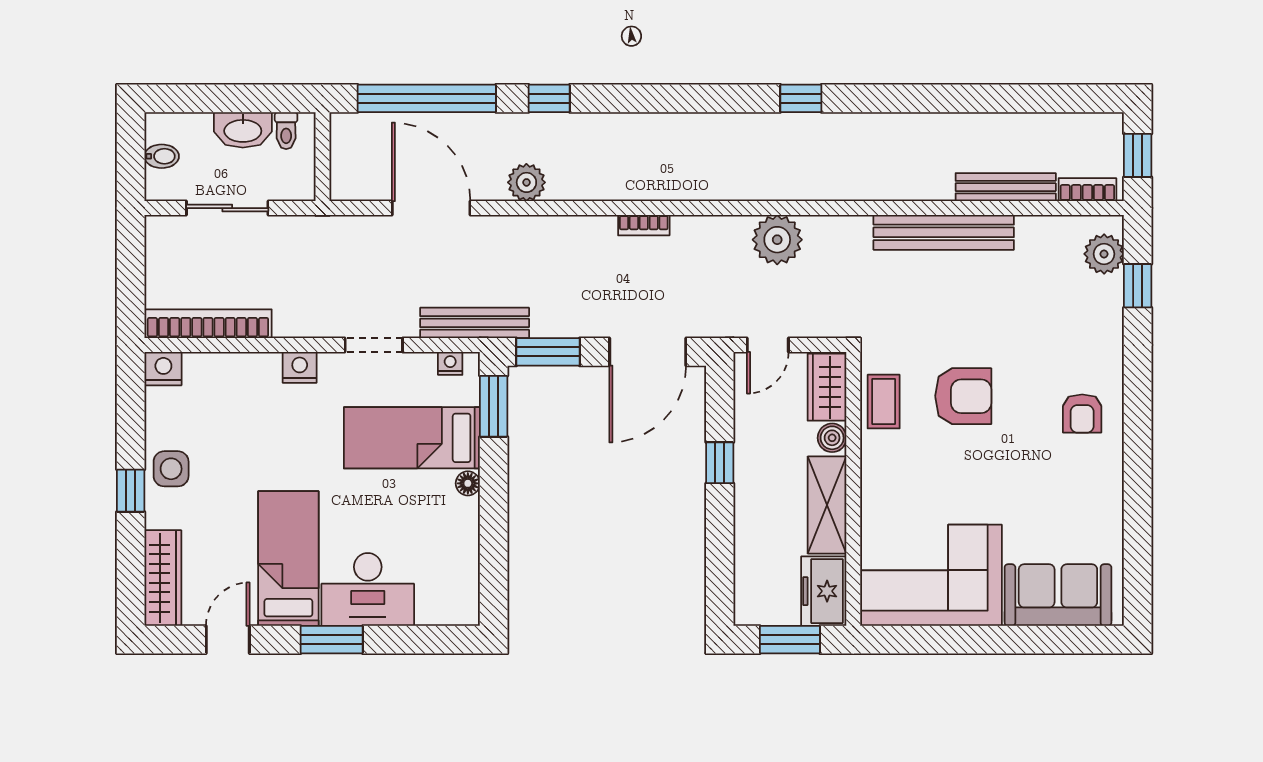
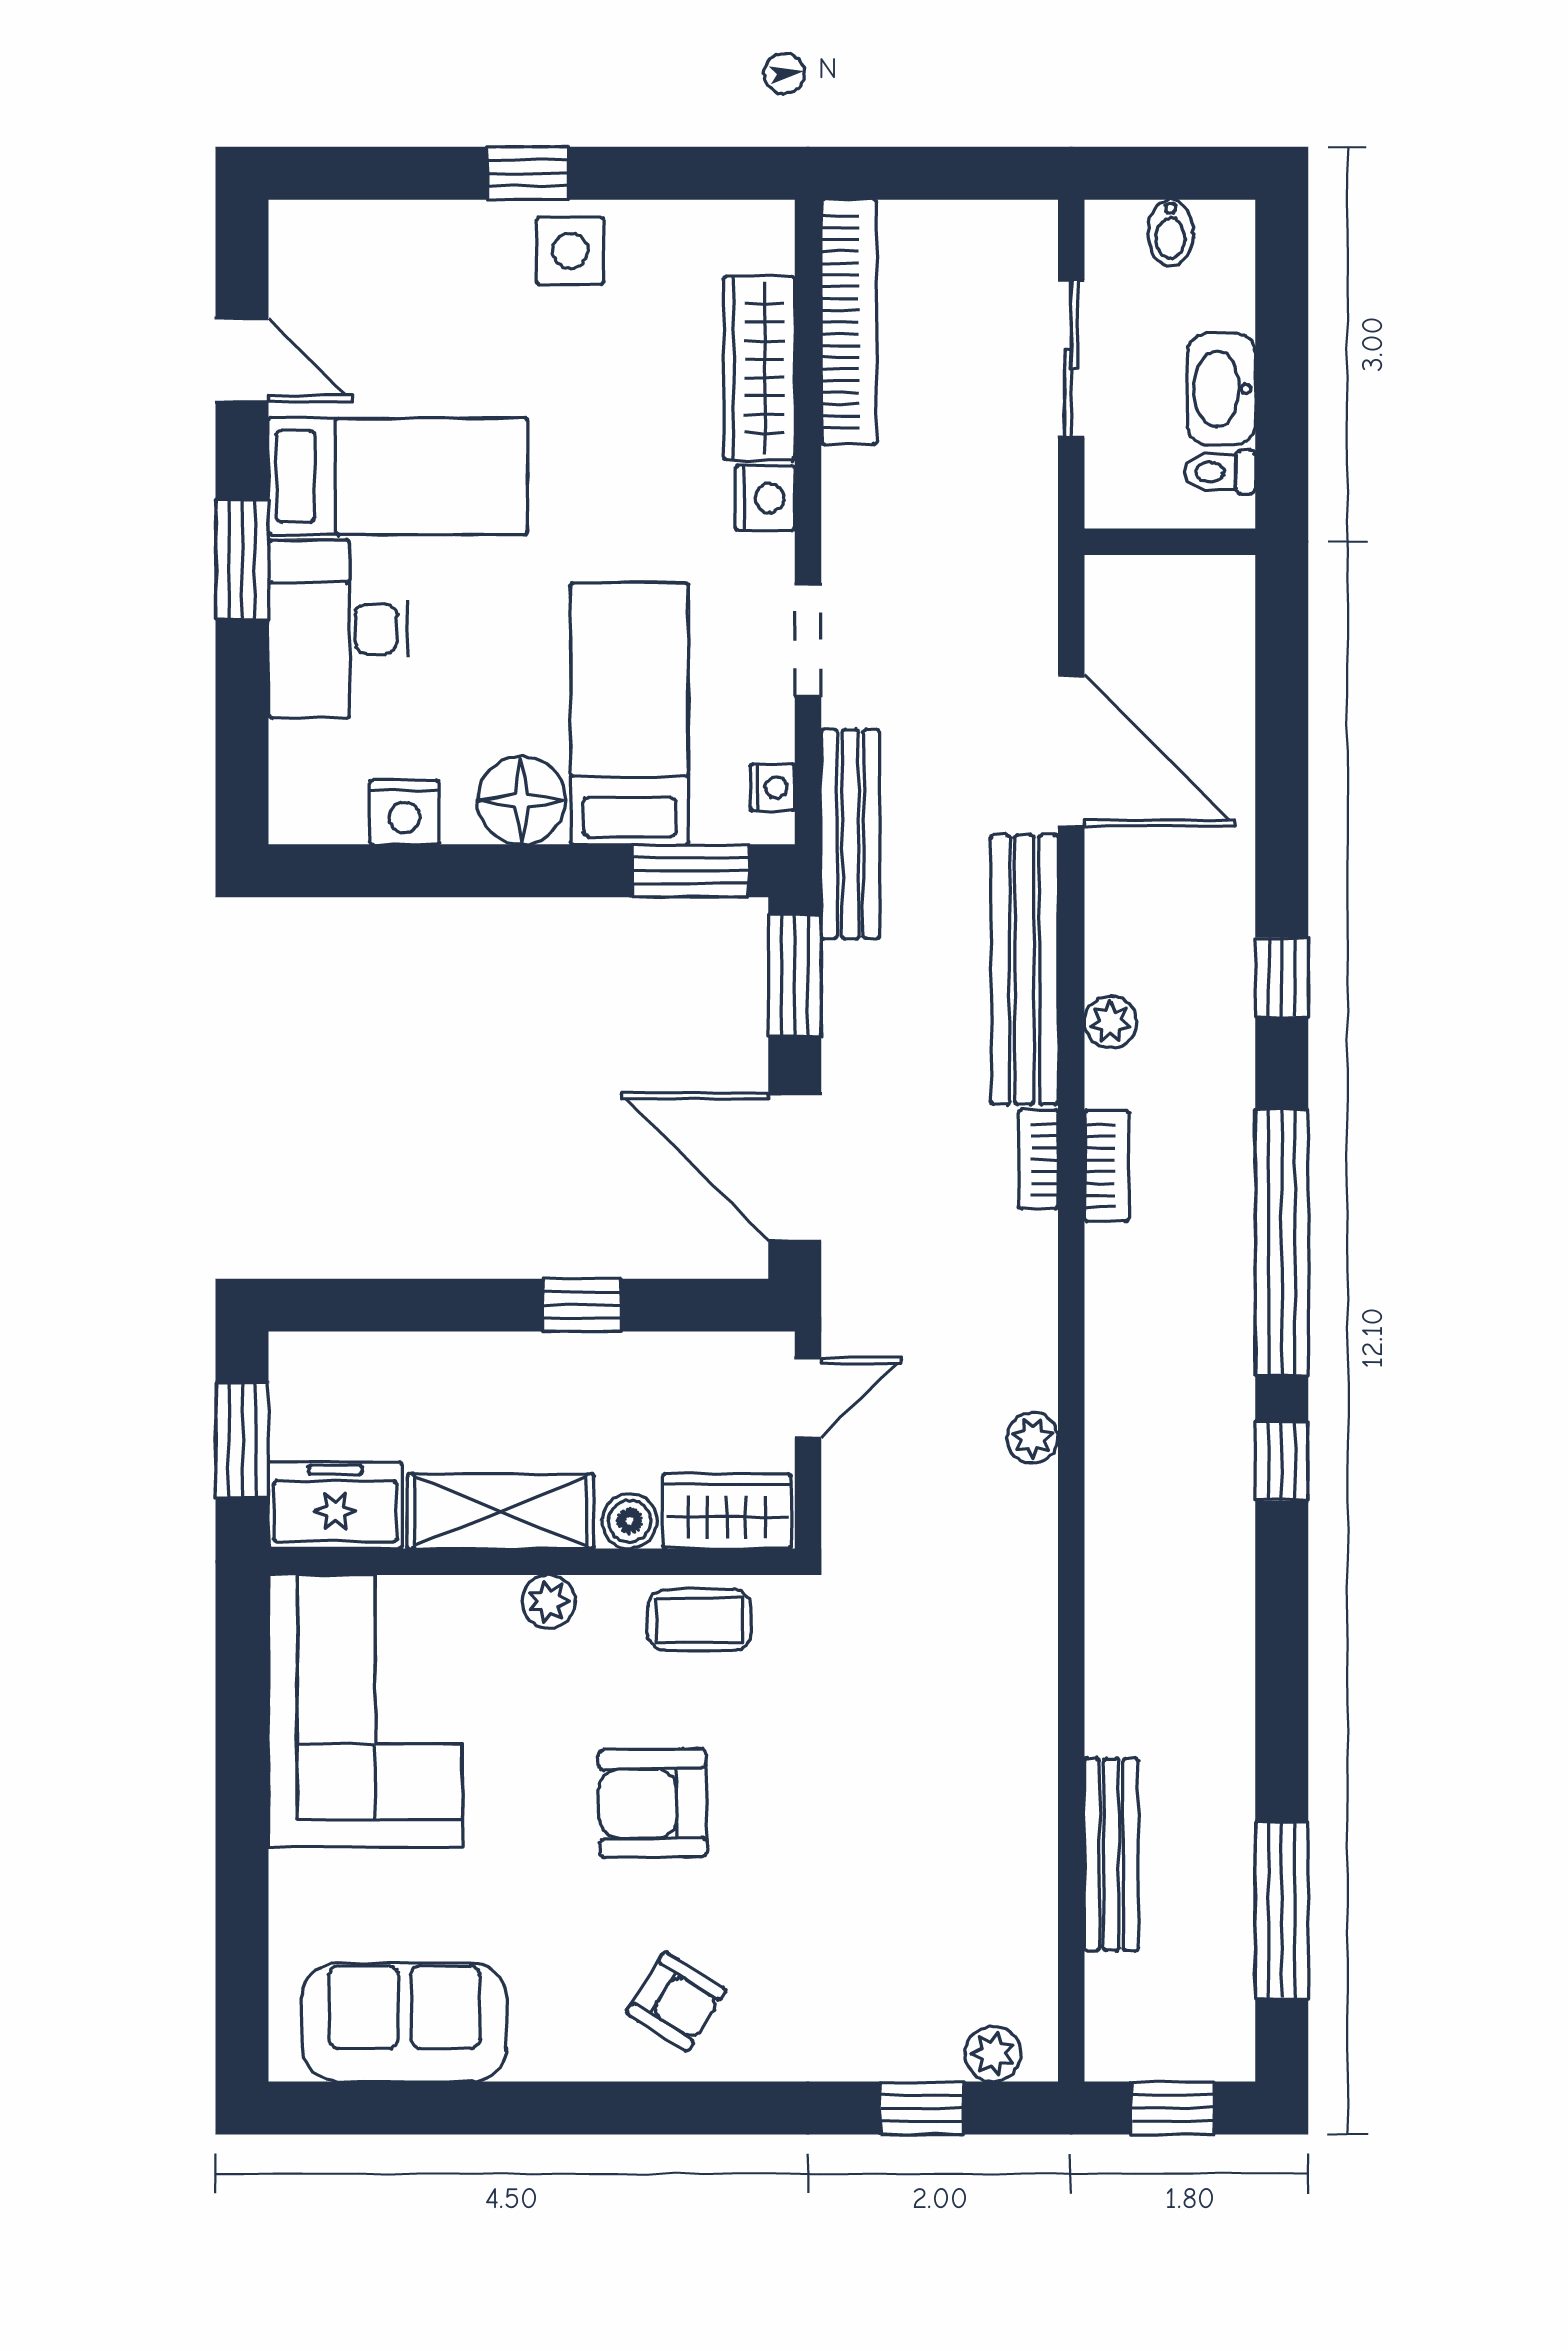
window: (427, 98) -> (1282, 1243), moved
window: (1035, 98) -> (1282, 1910), added
plant: (526, 182) -> (1111, 1022), moved, width x0.73, depth x0.73
bookcase: (1087, 190) -> (1107, 1166), moved
door: (431, 208) -> (1071, 751), hinge flipped
bench: (944, 232) -> (1024, 970), moved
plant: (777, 240) -> (1033, 1438), width x0.53, depth x0.53
plant: (1104, 254) -> (993, 2054), width x0.73, depth x0.73
door: (768, 345) -> (808, 1398), swing flipped
nightstand: (163, 369) -> (405, 812), moved, turned 90
armchair: (963, 396) -> (653, 1803), moved, turned 89
armchair: (1082, 414) -> (676, 2001), turned -148
plant: (874, 480) -> (549, 1601), added
floor lamp: (468, 483) -> (521, 801), width x1.89, depth x1.89
wardrobe: (163, 578) -> (759, 368), moved, turned 90
sofa: (1058, 595) -> (404, 2022), moved, turned -90

